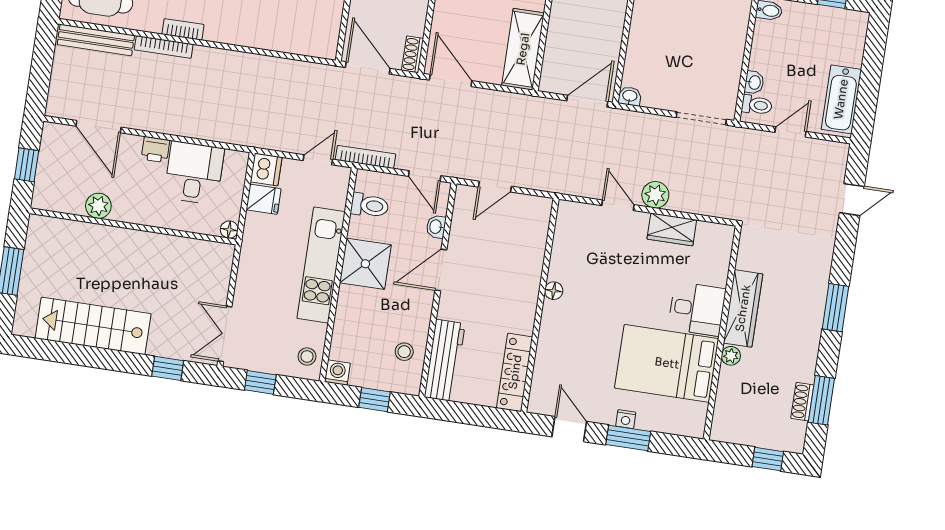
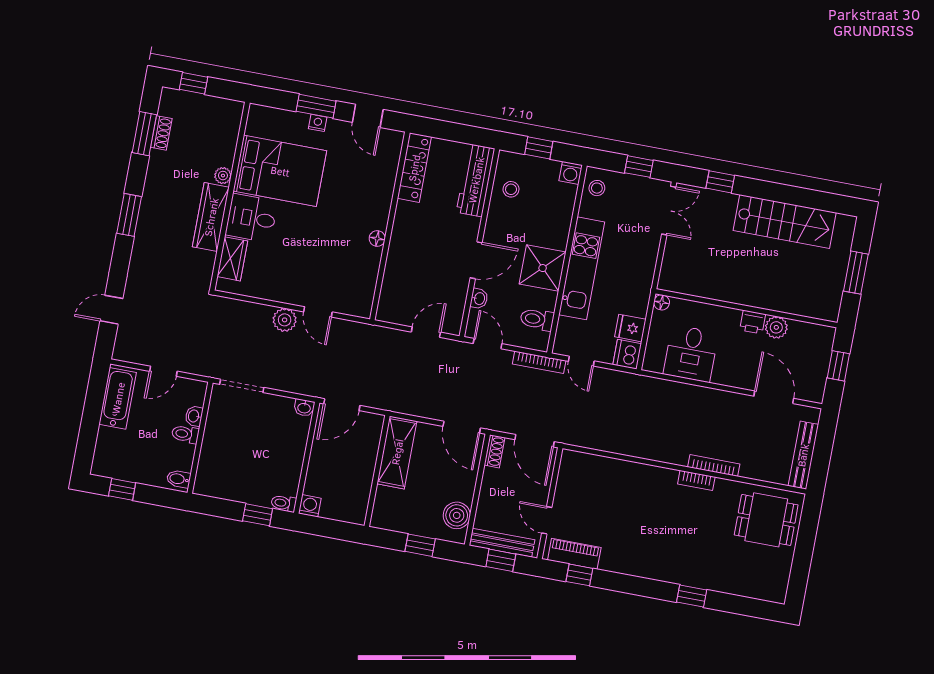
bench: (96, 40) -> (803, 455), moved, turned 90
toilet: (757, 105) -> (185, 434), moved
printer: (155, 150) -> (753, 322), moved, turned 180
door: (318, 160) -> (581, 361), hinge flipped
wardrobe: (672, 229) -> (232, 259), moved, turned 90

